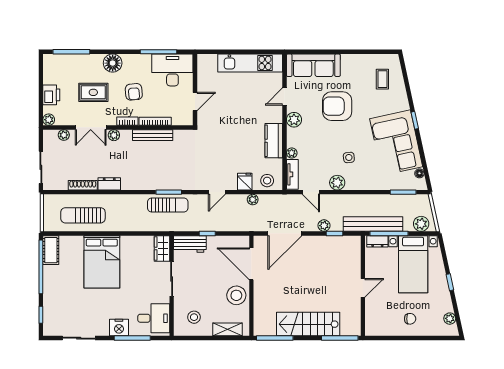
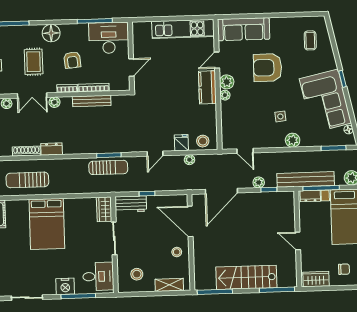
rug: (93, 92) -> (34, 62), turned 90
kitchen counter: (274, 141) -> (207, 87), moved
plant: (292, 153) -> (225, 95), moved
tv unit: (292, 174) -> (227, 134), removed
plant: (337, 183) -> (293, 140), moved
door: (363, 288) -> (298, 241), swing flipped
stool: (236, 295) -> (177, 252), width x0.53, depth x0.53
wardrobe: (381, 328) -> (316, 279), added

